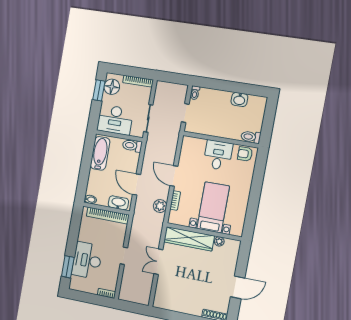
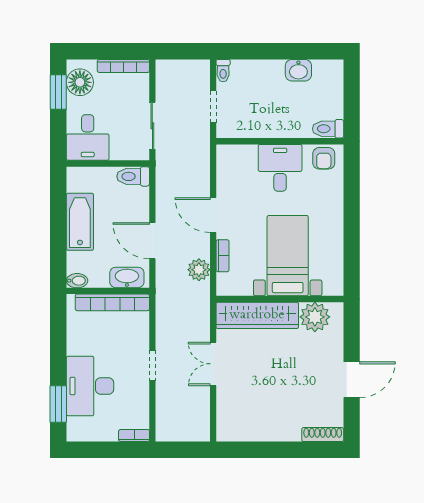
desk: (115, 120) -> (88, 138), width x0.73
bathtub: (100, 153) -> (80, 222), moved
armchair: (245, 154) -> (324, 158), turned -90
plant: (219, 241) -> (315, 317), width x1.88, depth x1.88

